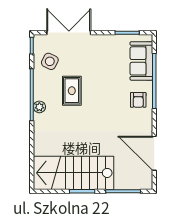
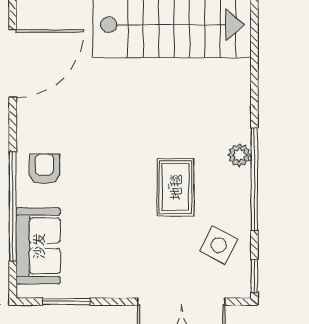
door: (154, 153) -> (13, 64), hinge flipped

